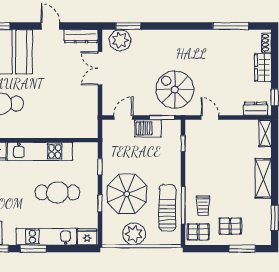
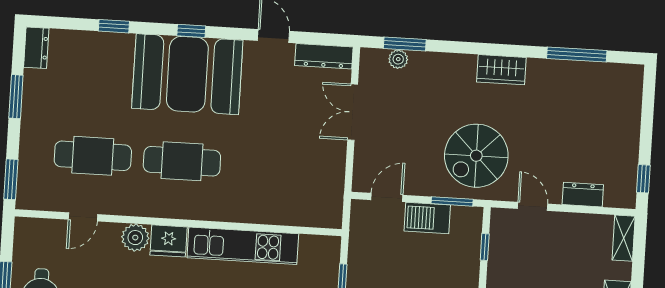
plant: (120, 40) -> (398, 59), width x0.53, depth x0.53
shoe rack: (267, 43) -> (635, 86), removed
wardrobe: (263, 67) -> (501, 70), moved, turned -90
spiral stairs: (175, 90) -> (476, 156), turned -90
dresser: (256, 109) -> (583, 195), moved

